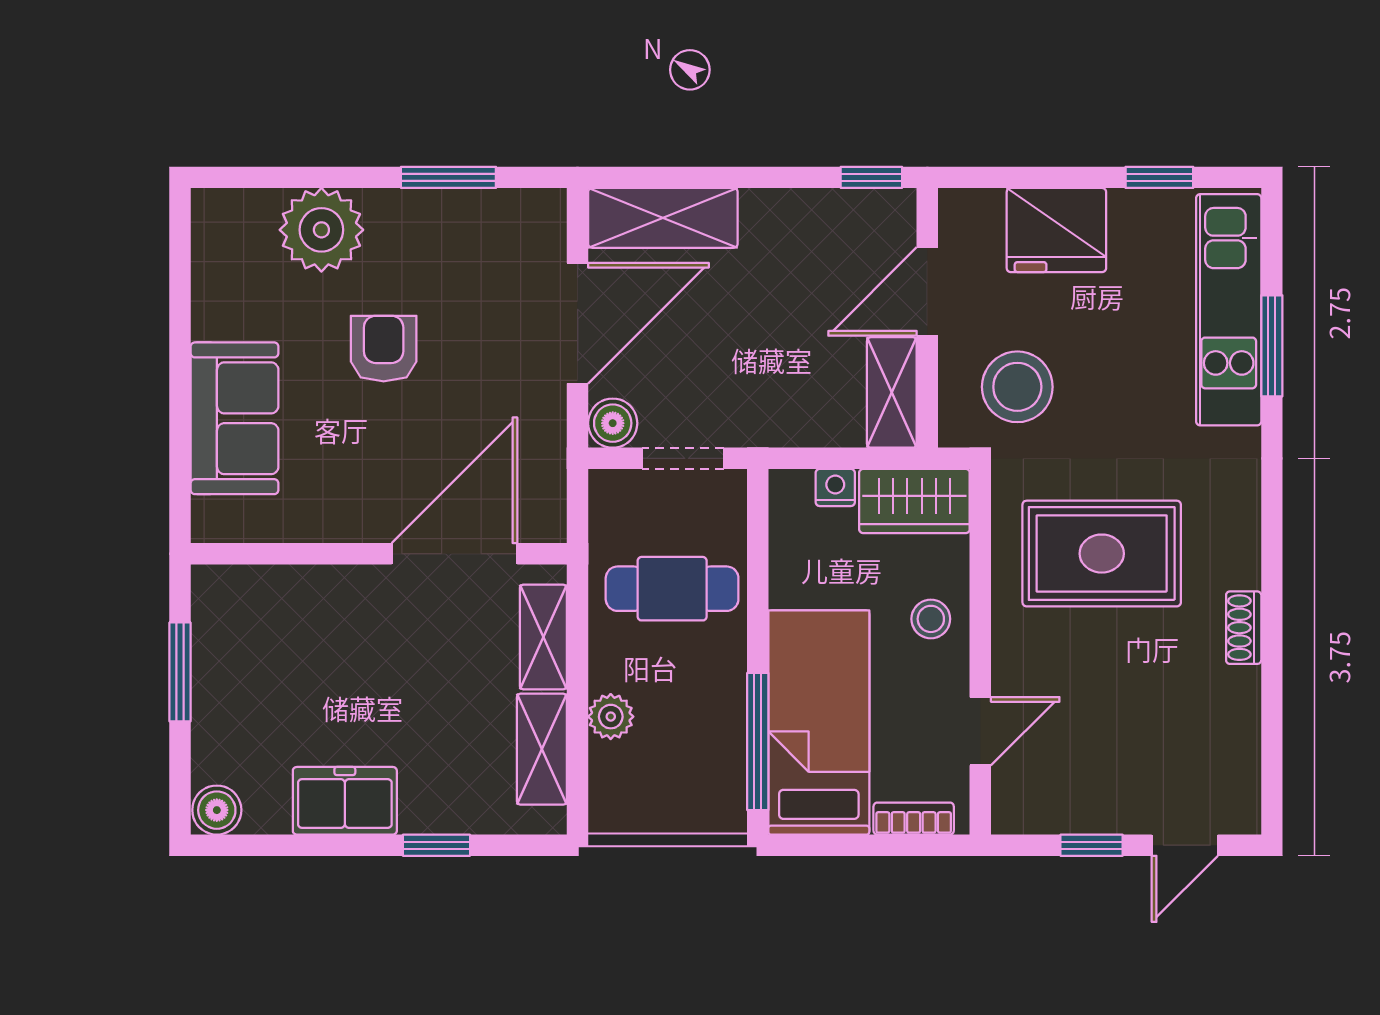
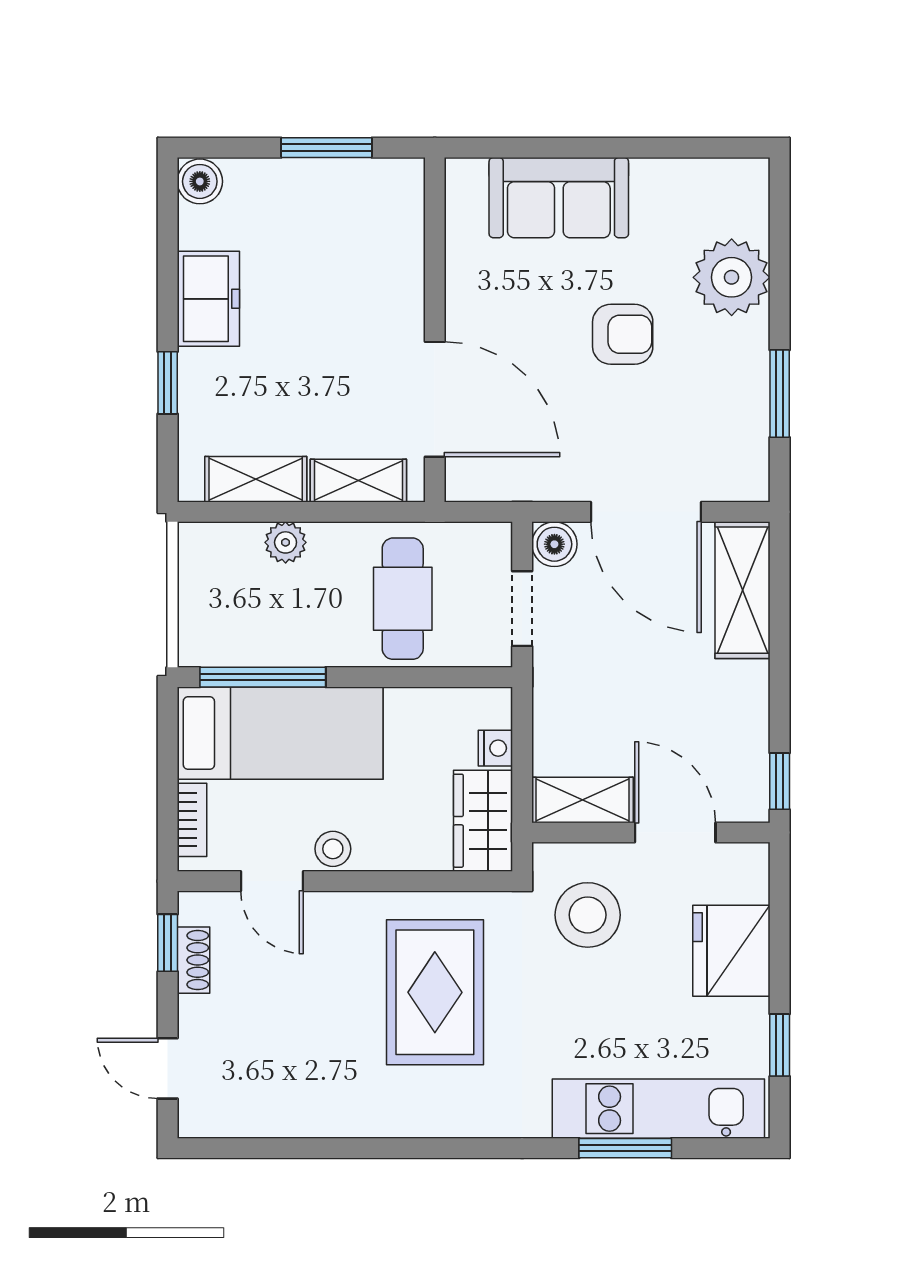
stool: (931, 619) -> (333, 849), moved
shoe rack: (1244, 628) -> (193, 960), moved, turned 90
window: (1092, 845) -> (168, 943), moved

